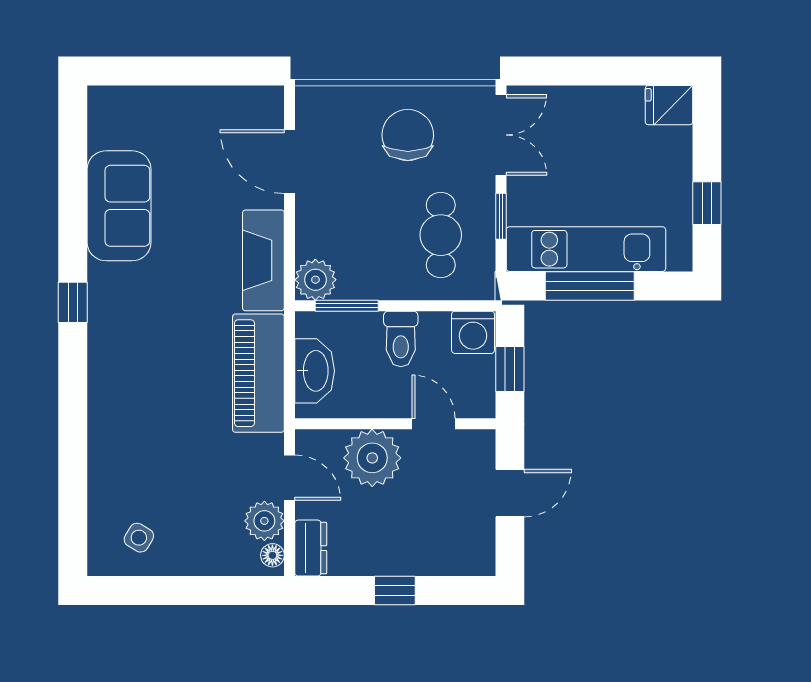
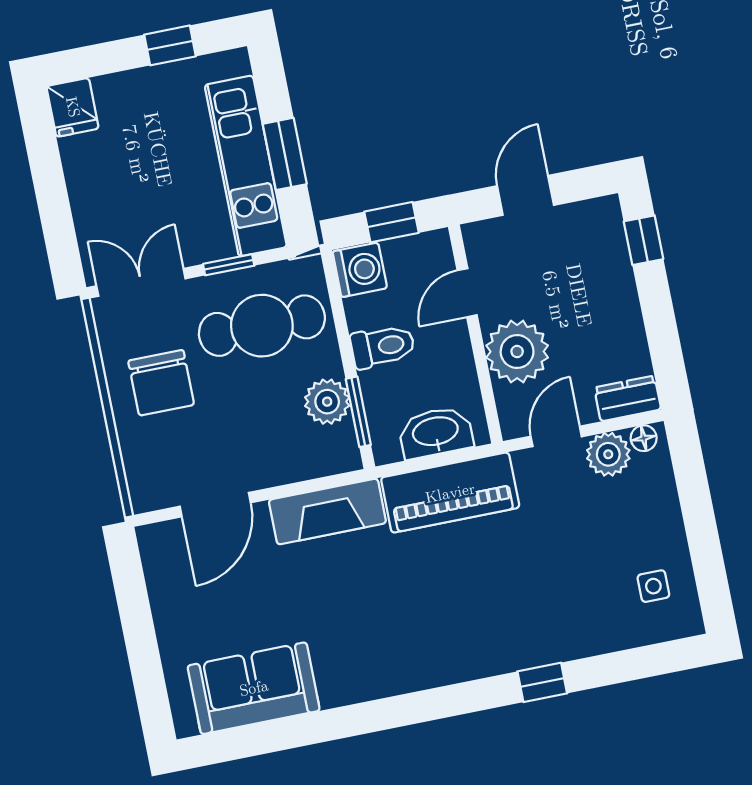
chair: (408, 135) -> (161, 383), turned -90
sofa: (119, 206) -> (254, 688), moved
cafe table: (441, 235) -> (262, 326), width x1.37, depth x1.35
plant: (315, 280) -> (327, 402), moved
window: (590, 286) -> (285, 154), width x0.69
window: (73, 302) -> (542, 682), moved
door: (510, 493) -> (525, 195), hinge flipped
side table: (139, 538) -> (653, 586), turned -31
window: (395, 590) -> (644, 240), moved

